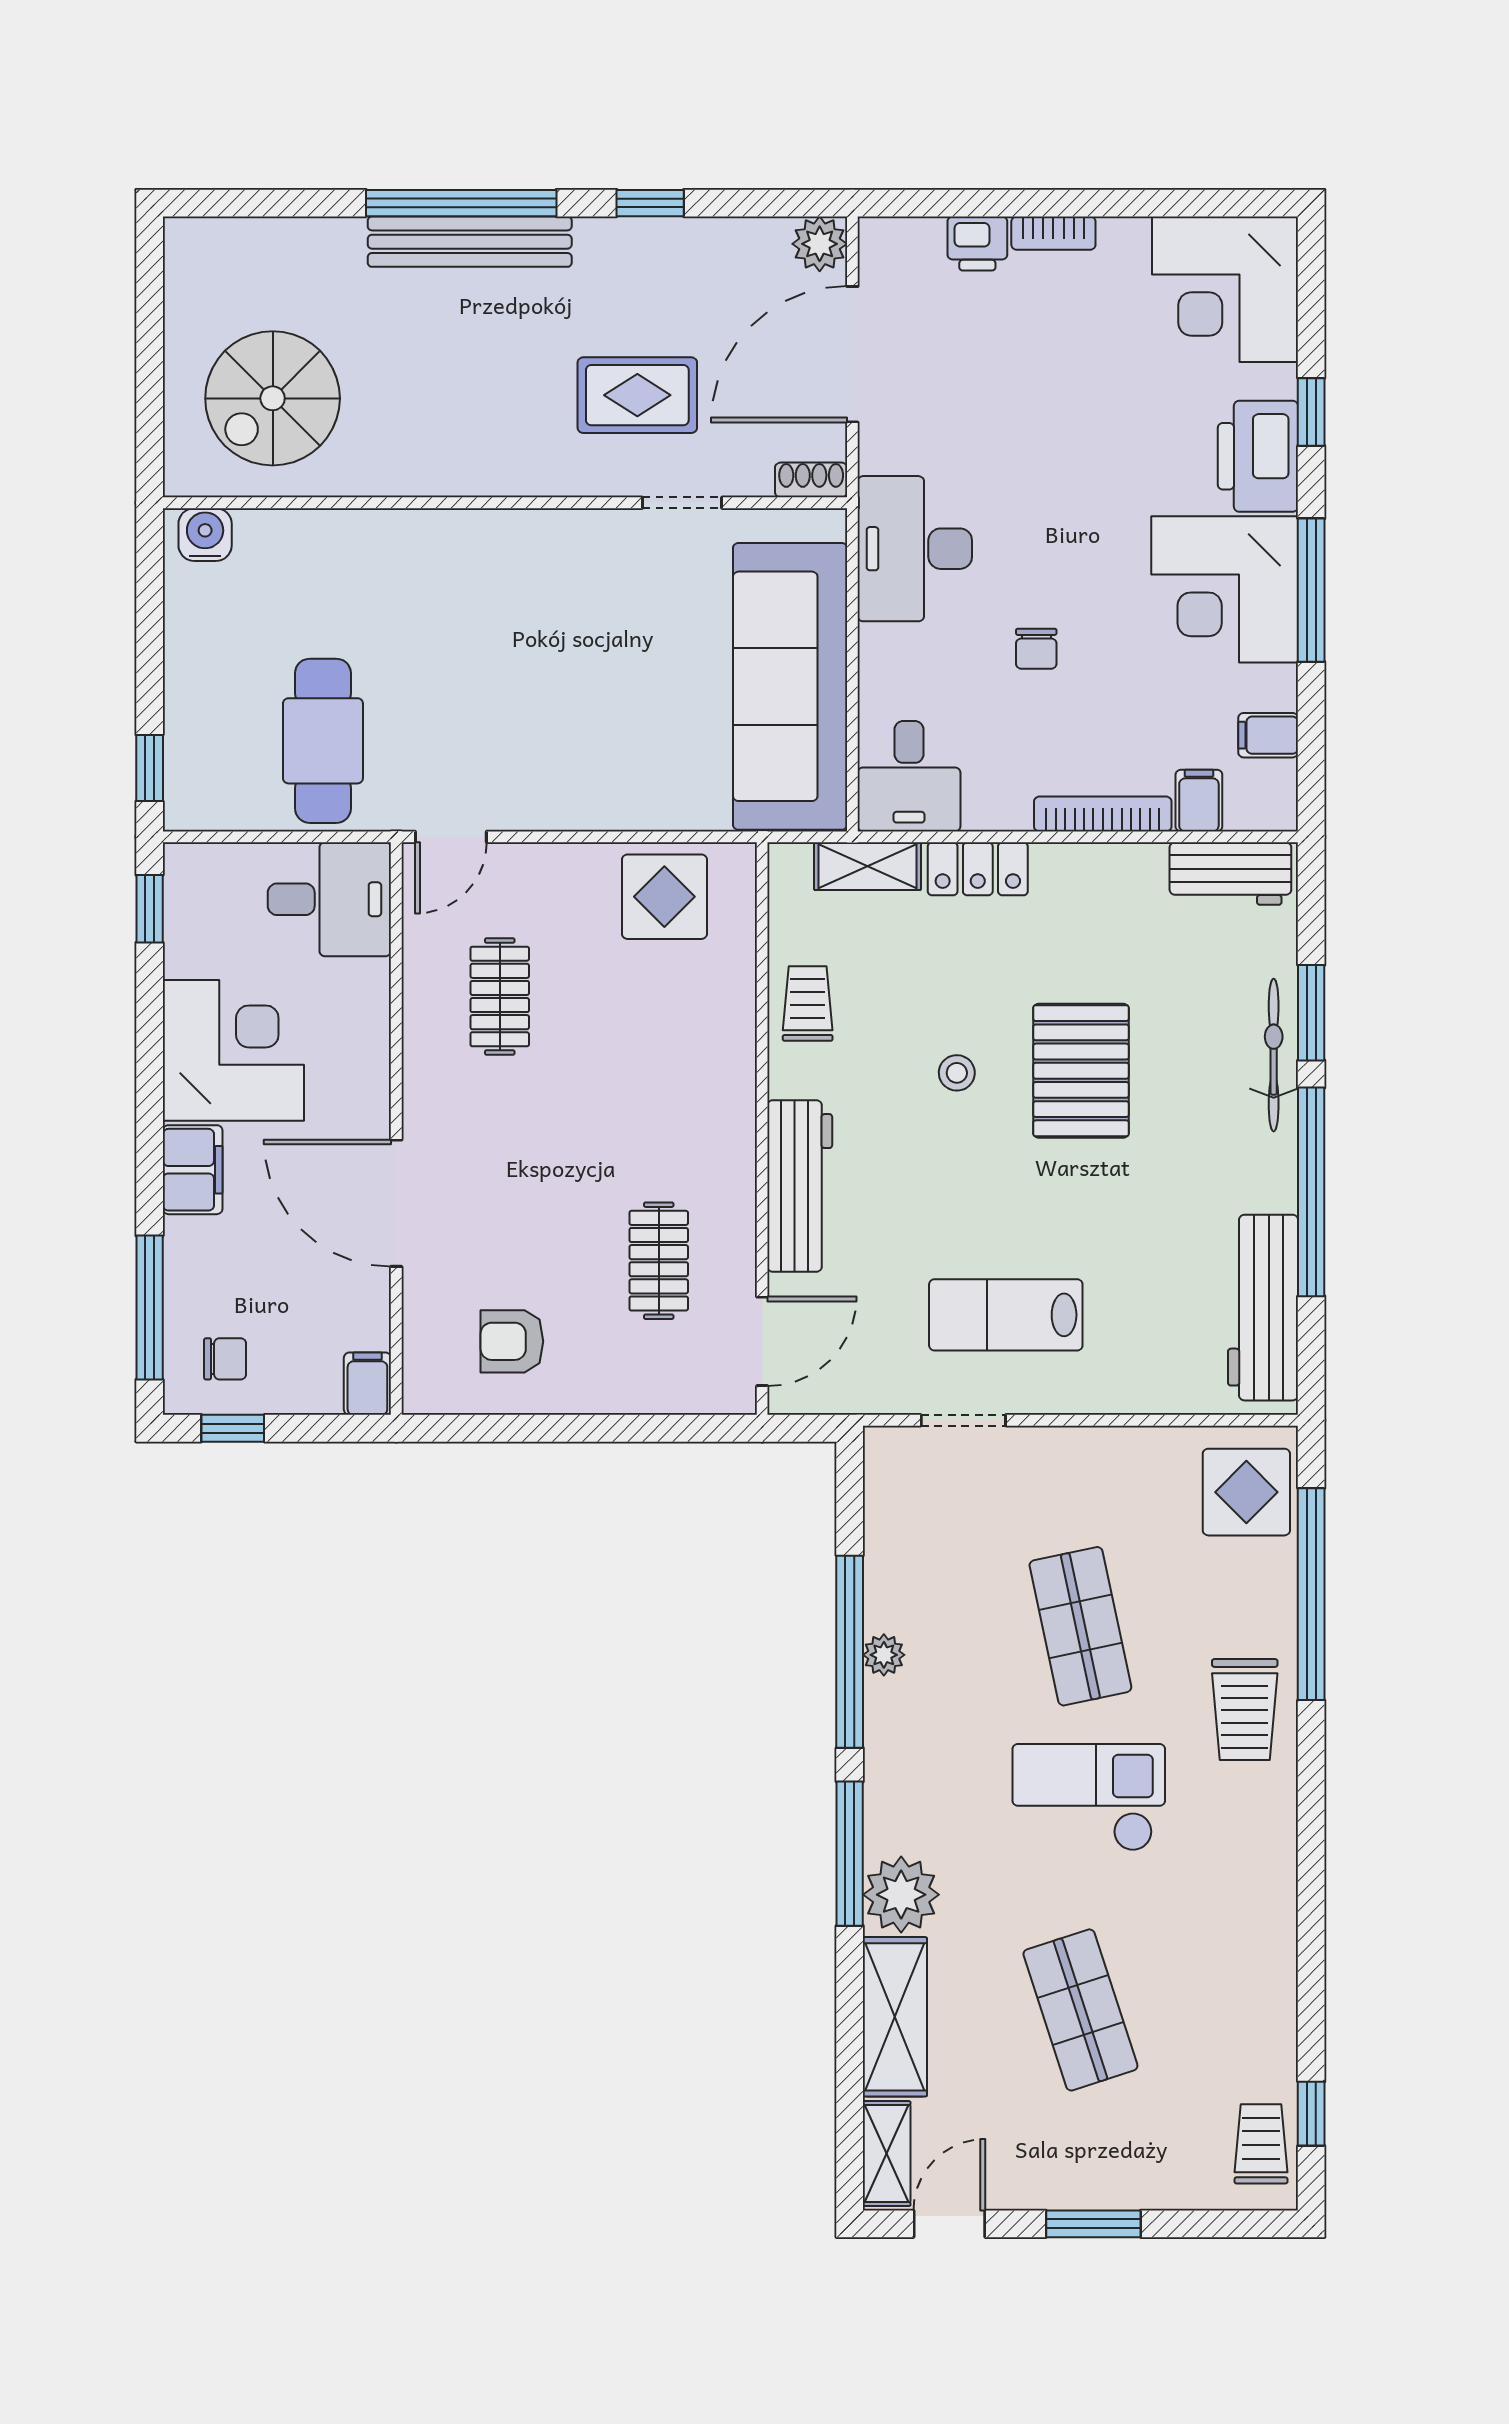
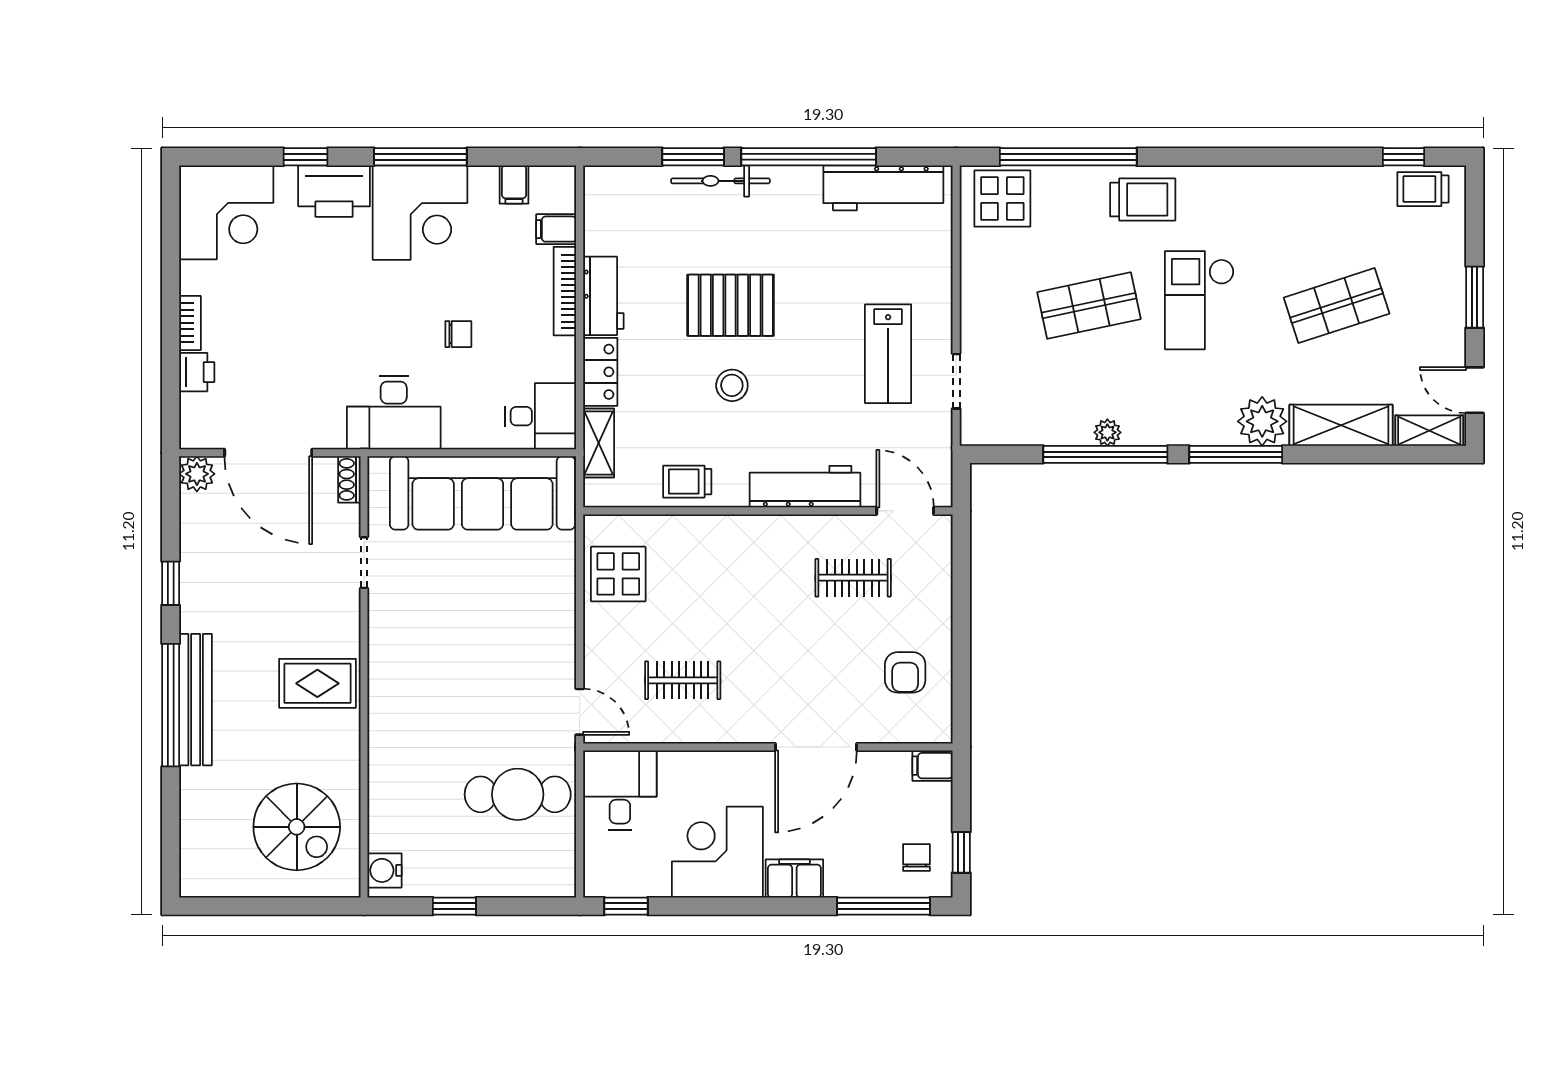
rug: (637, 395) -> (317, 683), moved, turned 90
window: (150, 768) -> (454, 906), moved
workbench: (1230, 874) -> (603, 296), moved
stool: (957, 1073) -> (732, 385), width x1.37, depth x1.37

